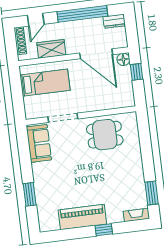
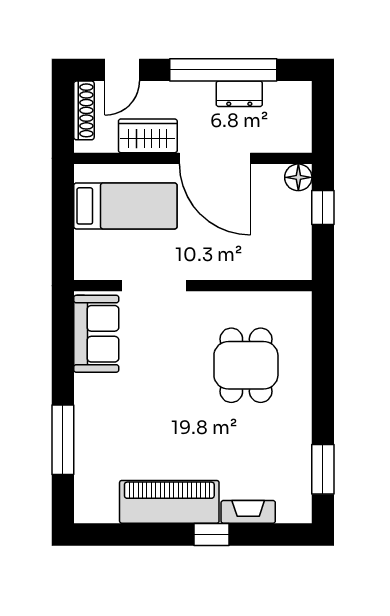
dresser: (114, 21) -> (239, 94), moved
door: (96, 54) -> (215, 158), moved
dining table: (105, 135) -> (246, 365), moved, turned 90
window: (30, 194) -> (63, 440), width x1.44
fireplace: (136, 215) -> (248, 512), moved

